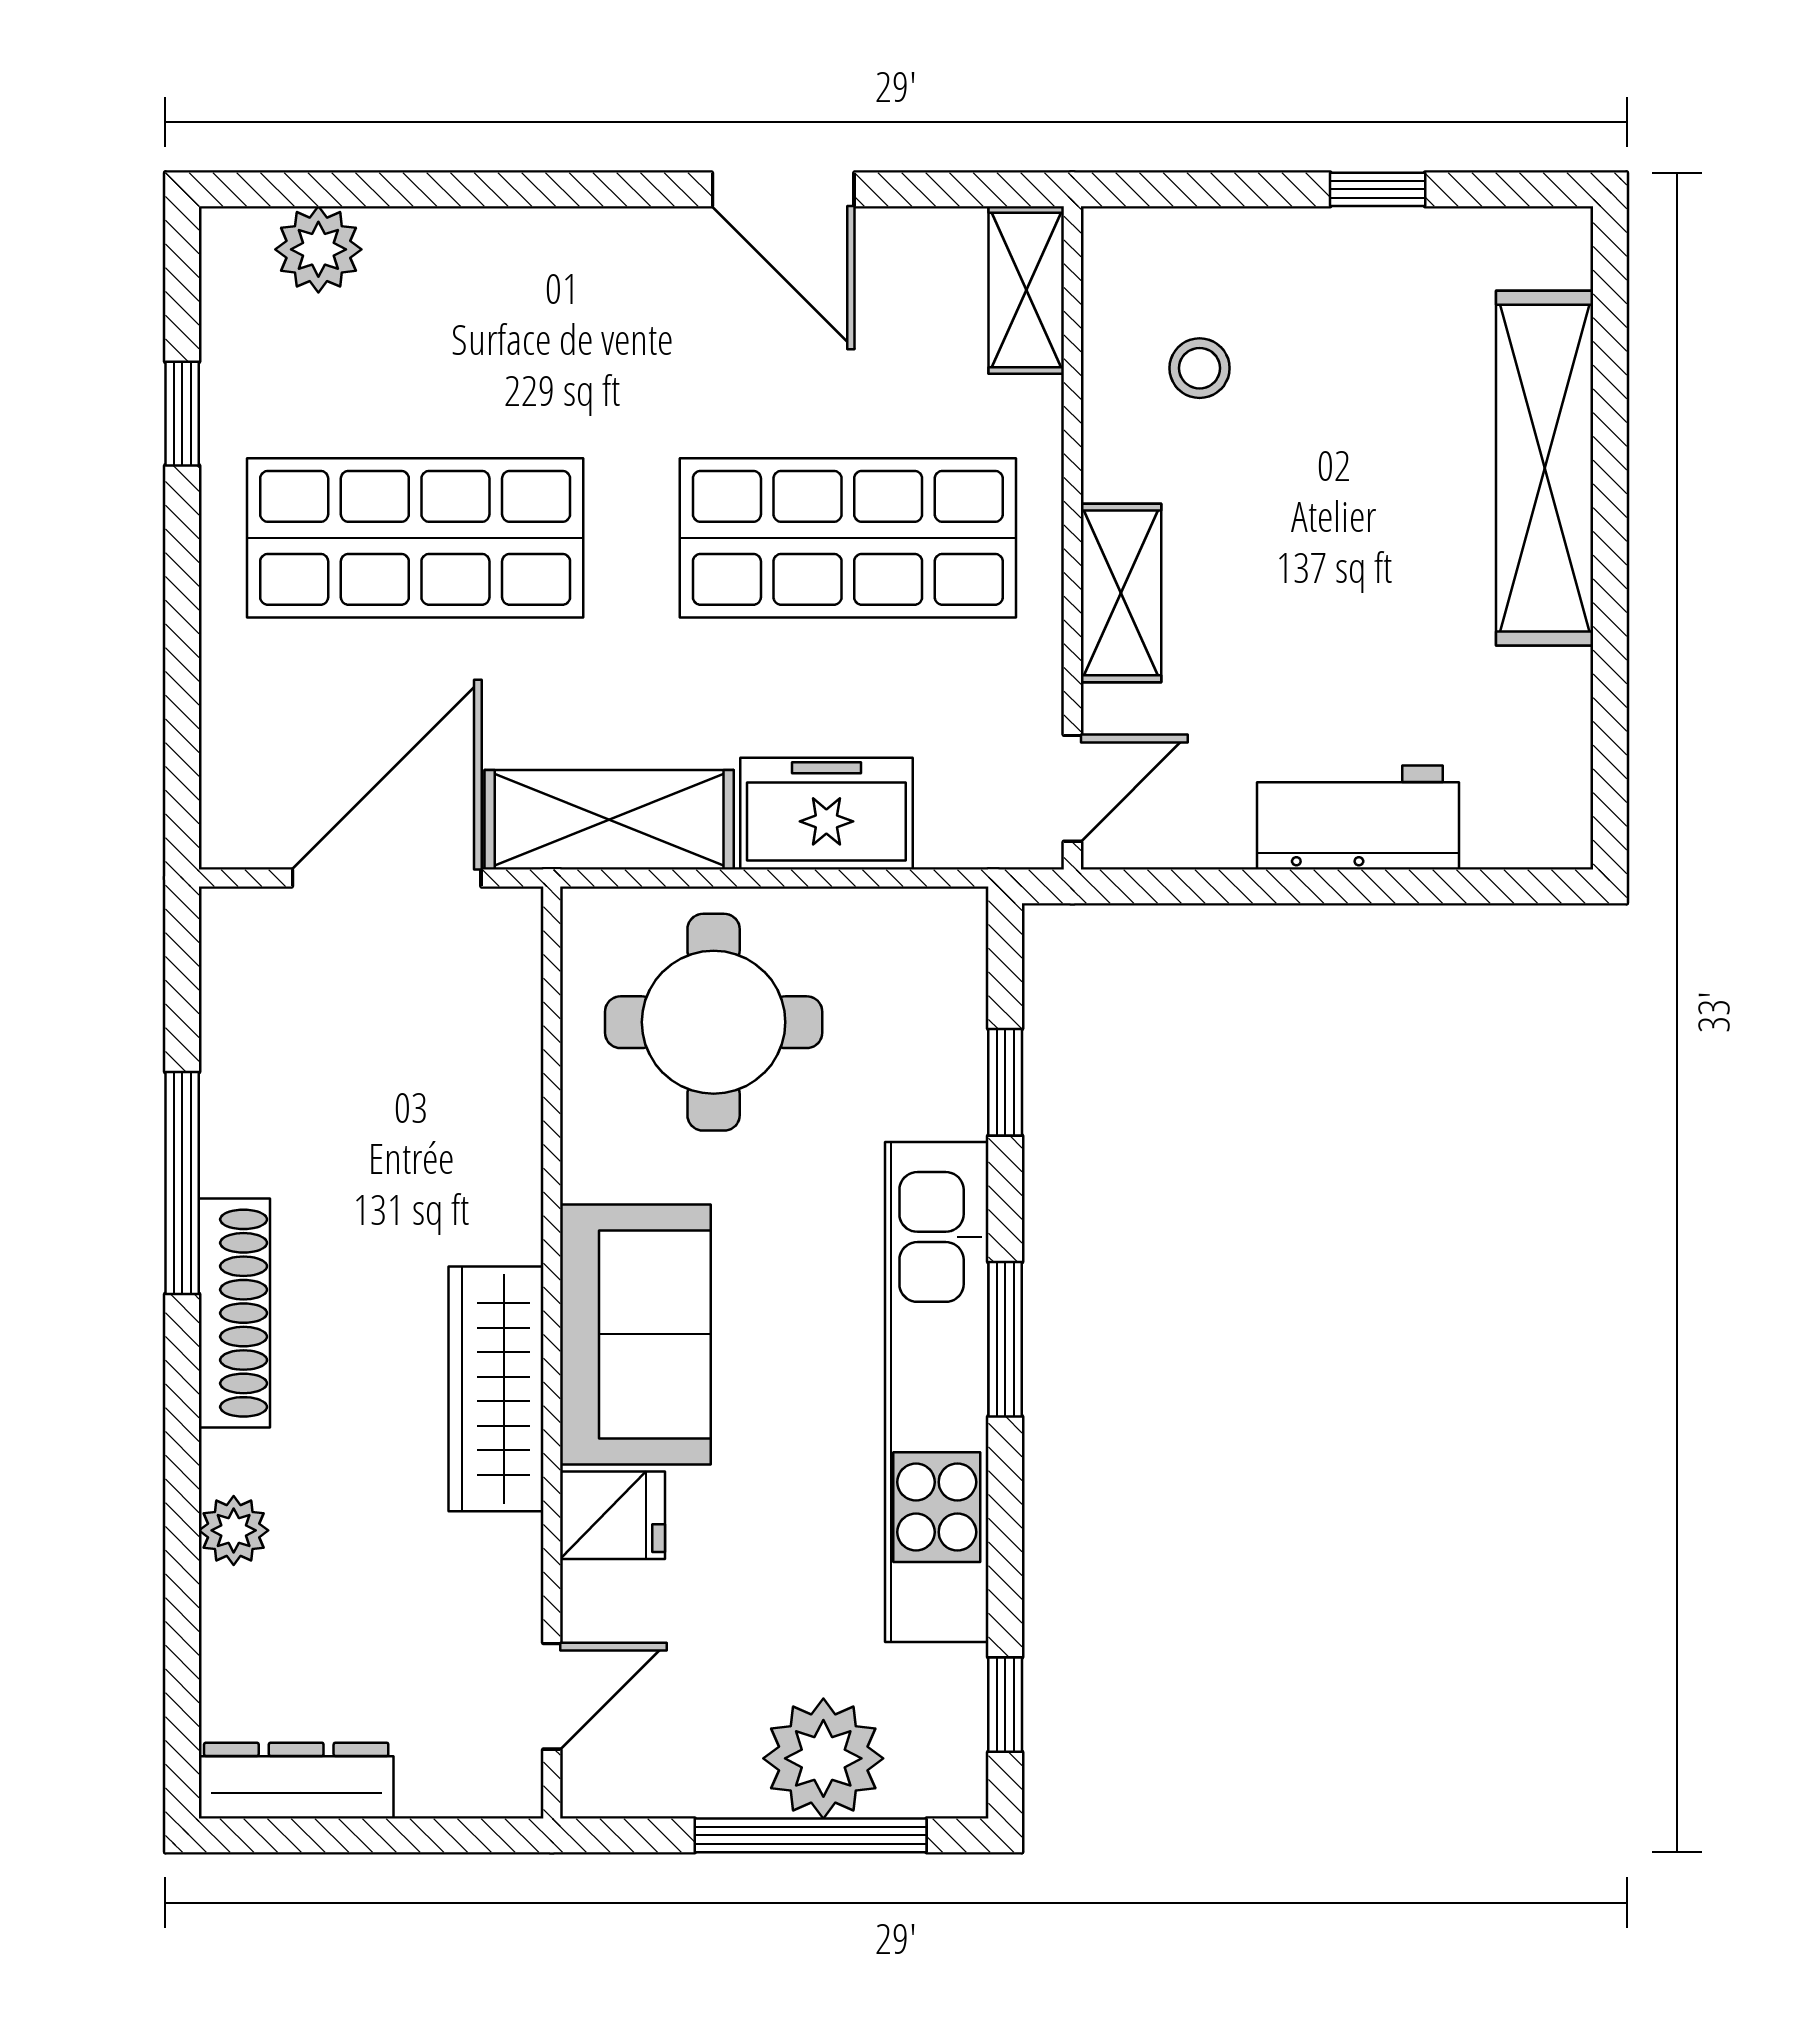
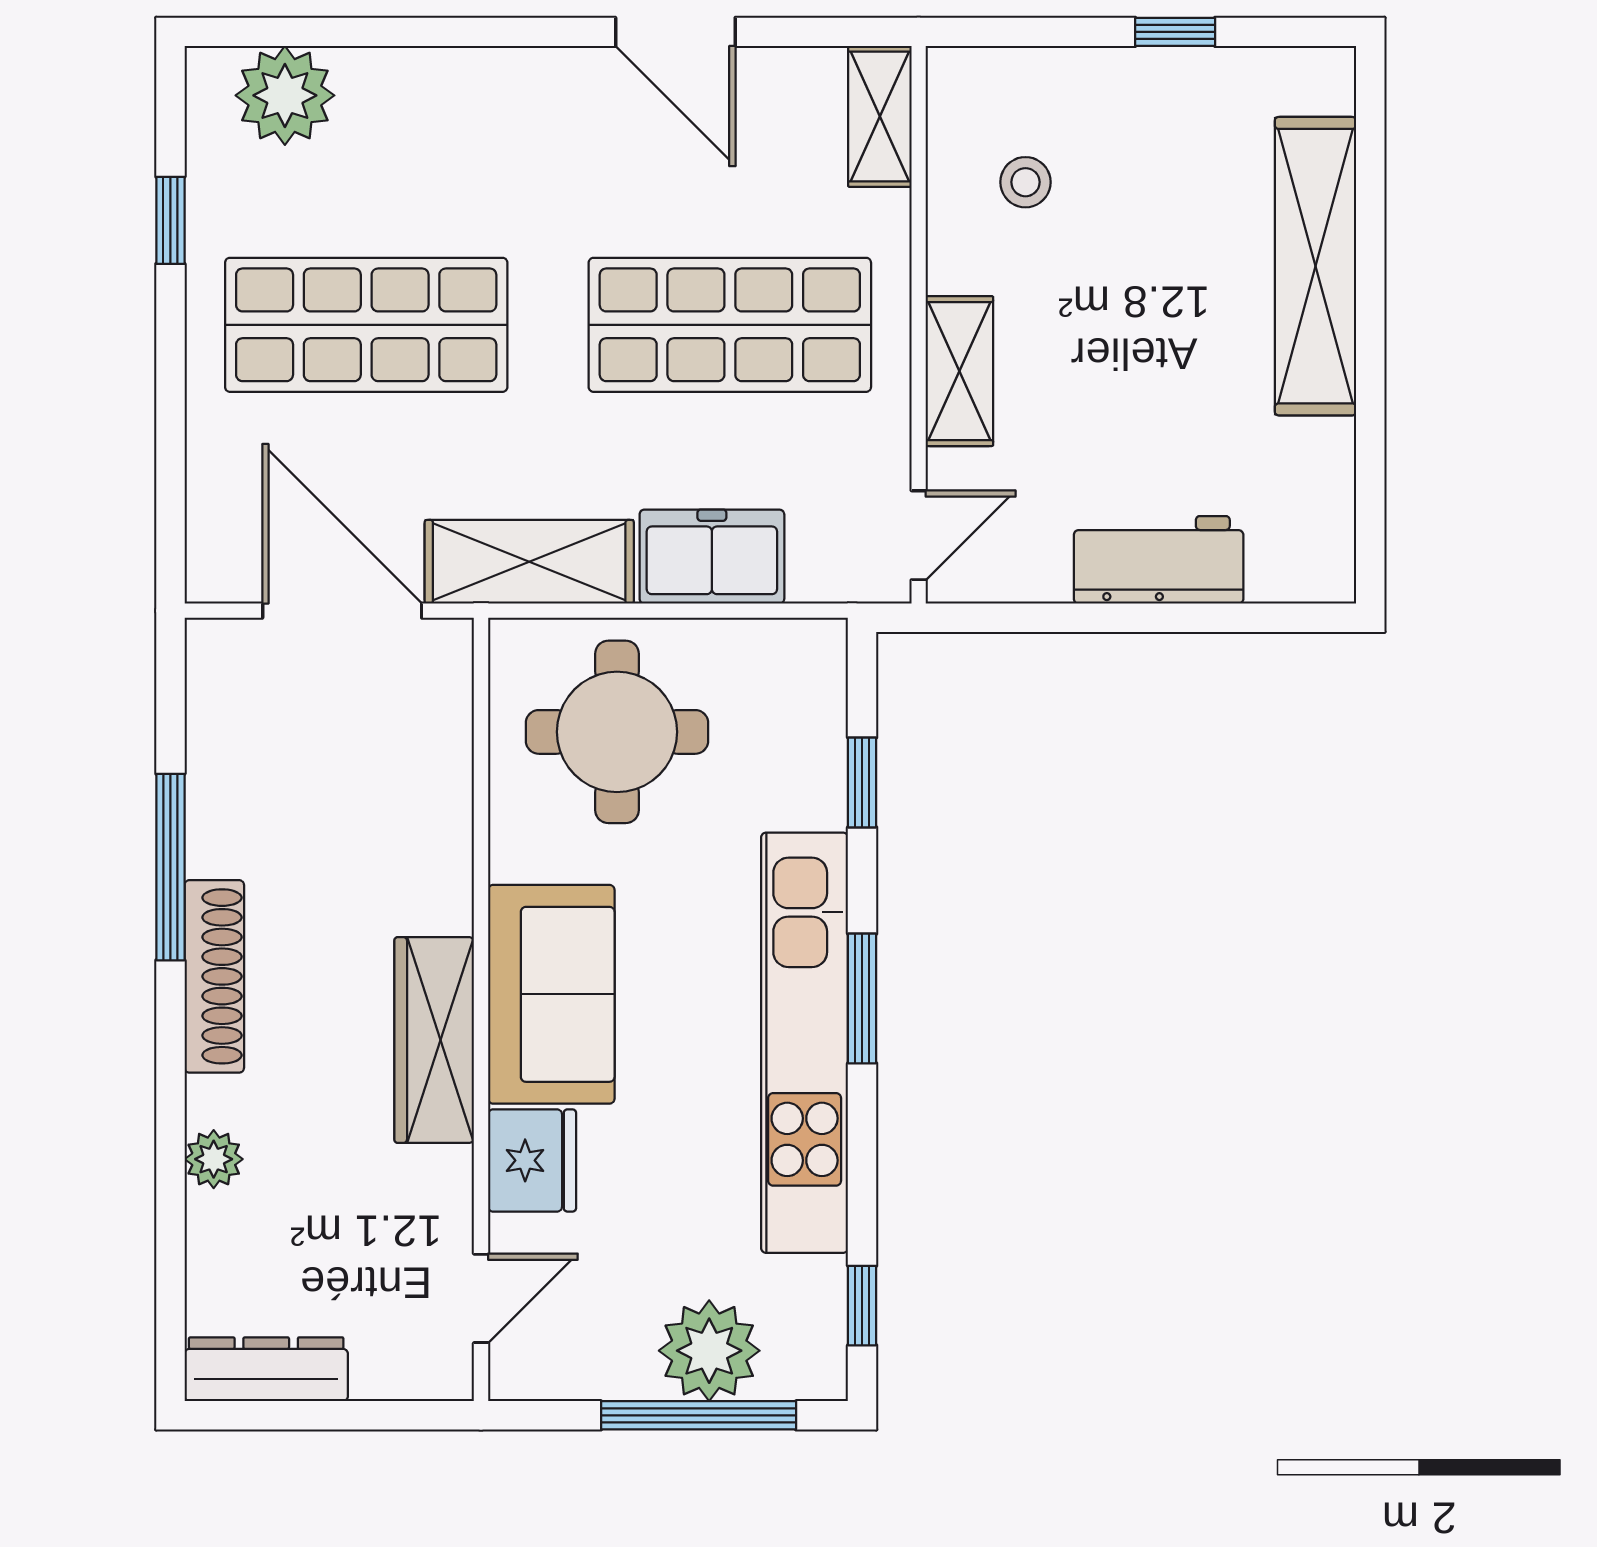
plant: (318, 249) -> (285, 95), width x1.36, depth x1.36
door: (387, 878) -> (342, 611), hinge flipped
fridge: (613, 1515) -> (532, 1160), width x1.38

